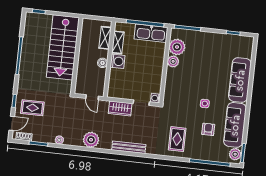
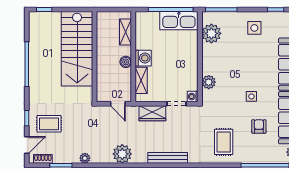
shelving: (118, 42) -> (141, 80), moved
side table: (214, 46) -> (254, 28), added
plant: (173, 61) -> (209, 82), moved

